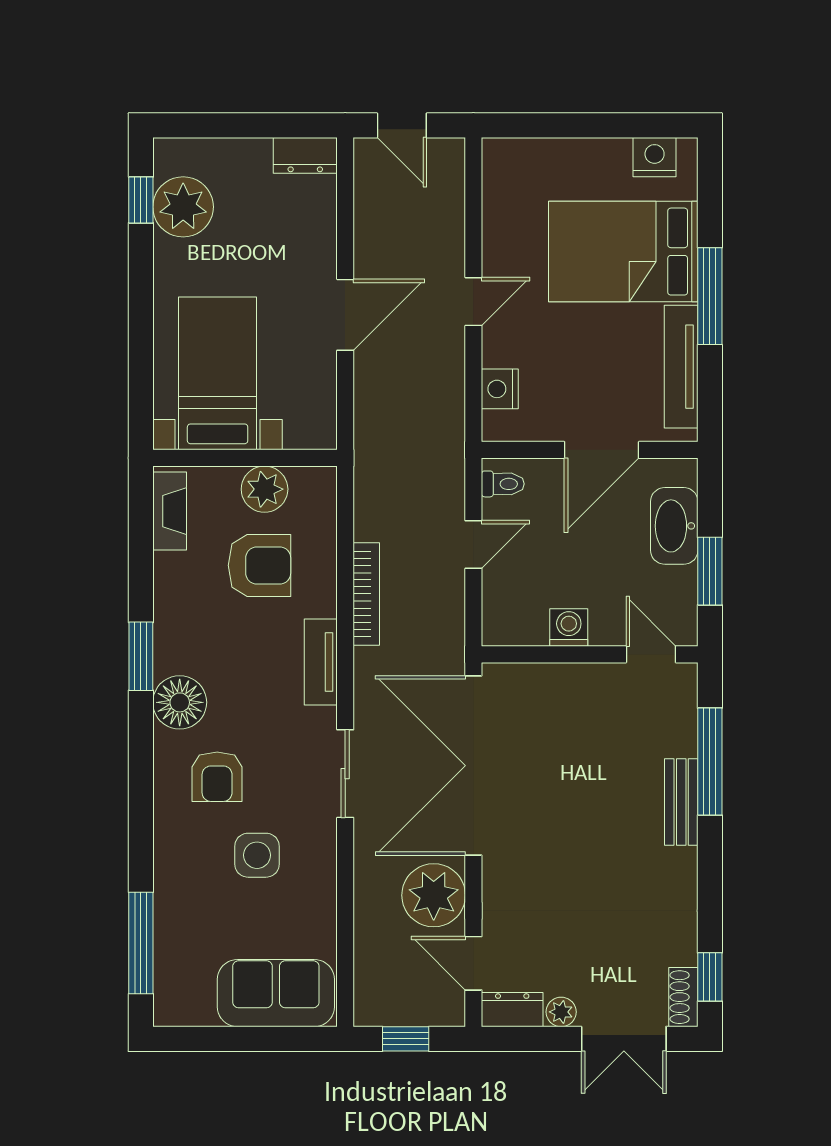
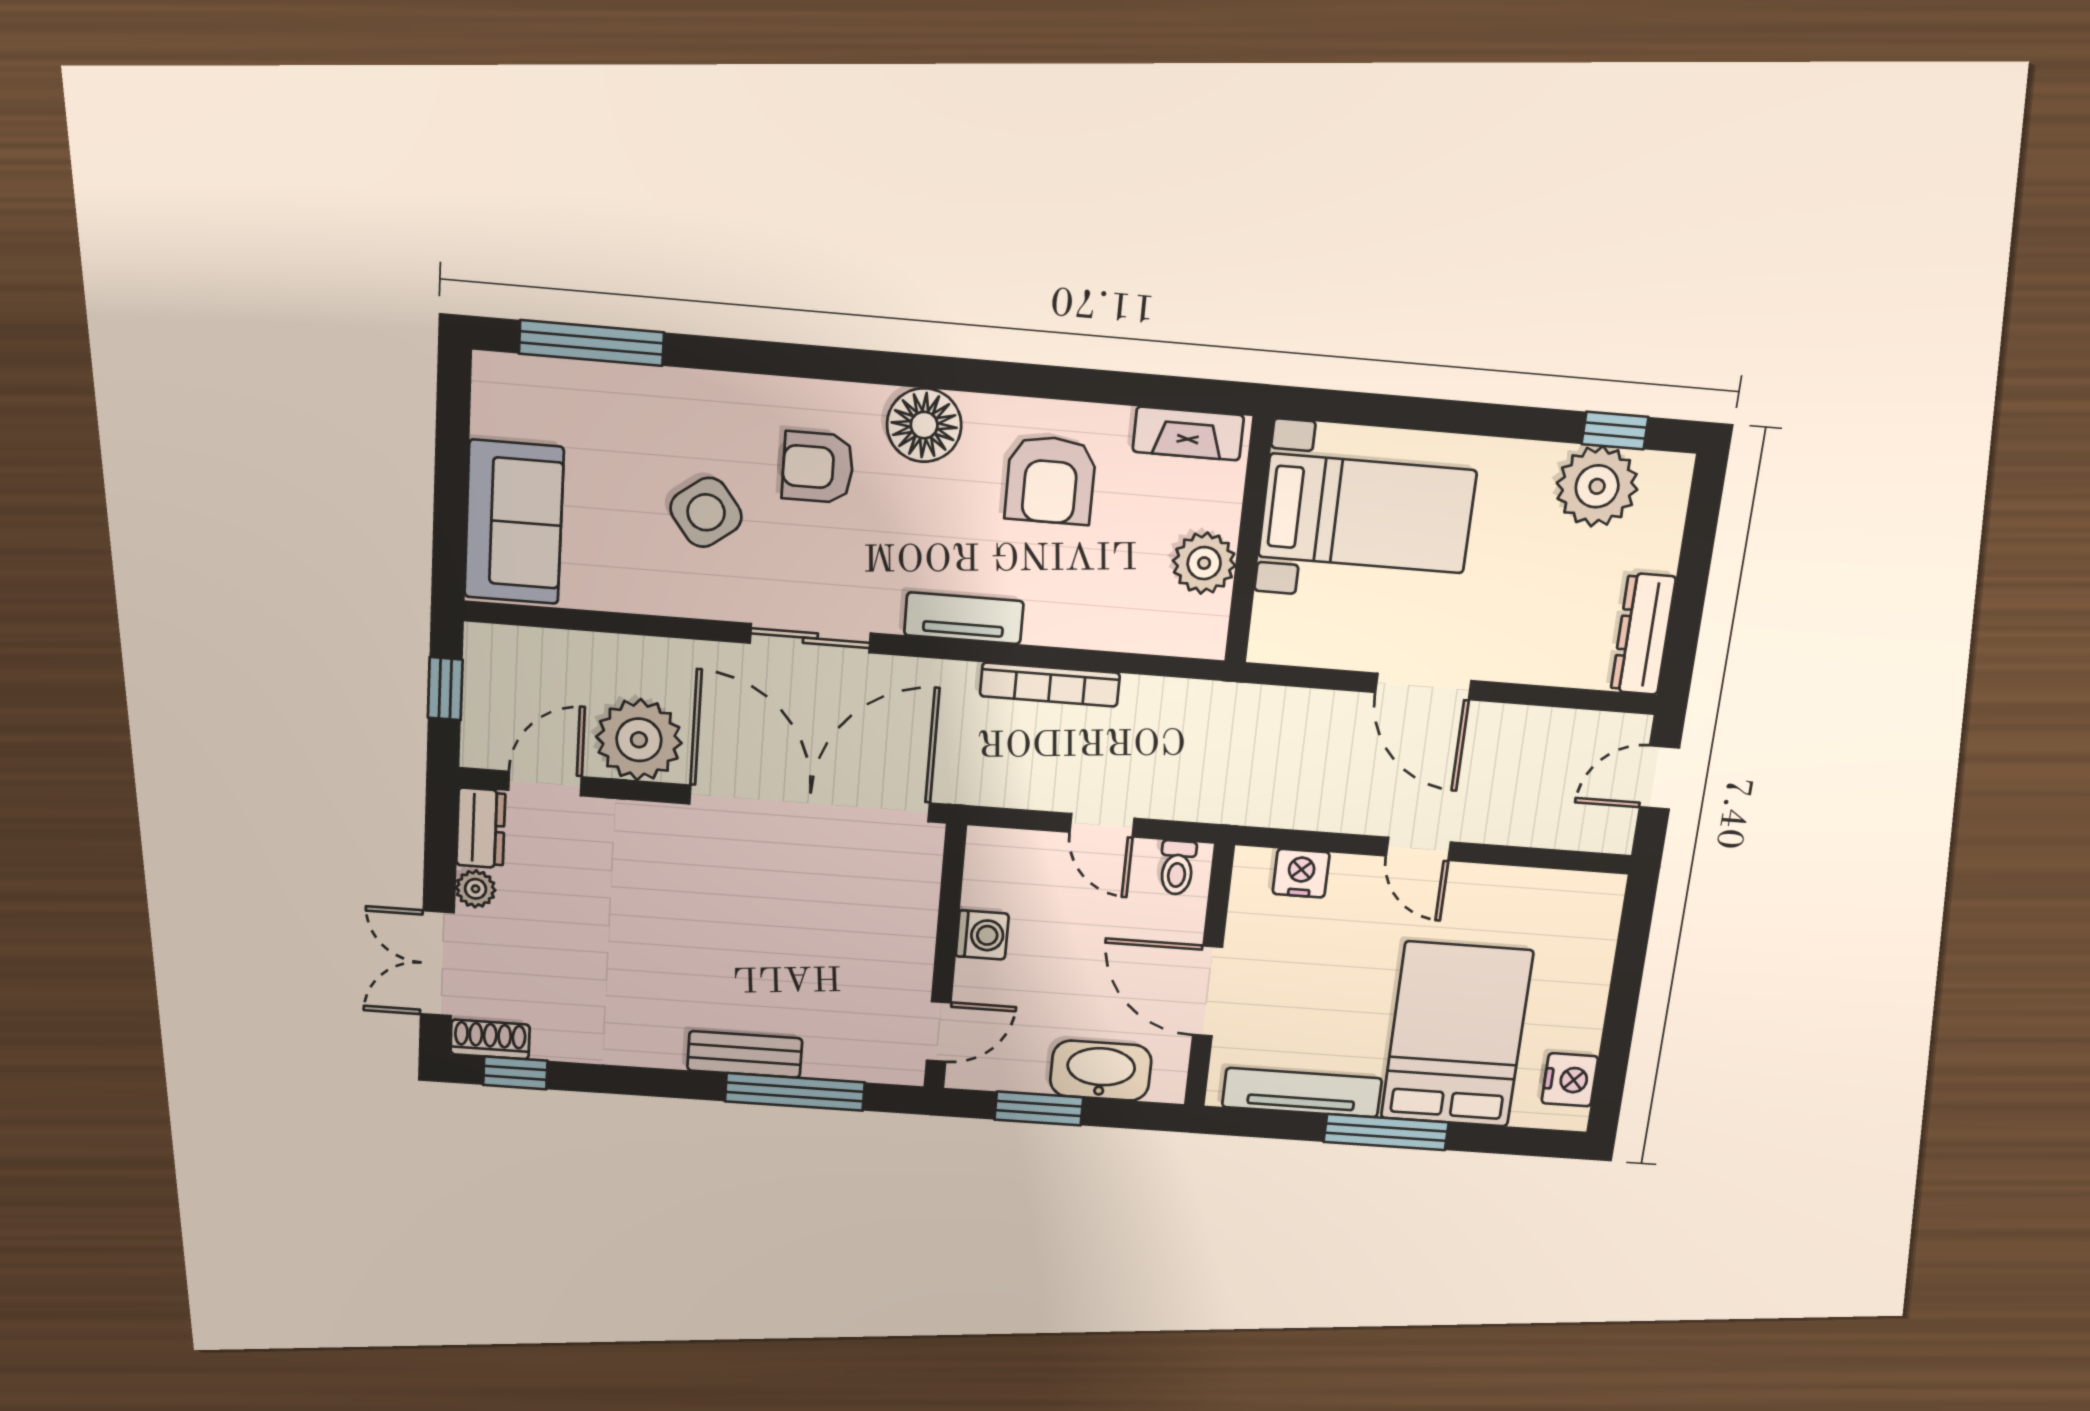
dresser: (305, 155) -> (1643, 634), width x1.44
armchair: (259, 565) -> (1050, 480), moved
window: (141, 656) -> (992, 377), removed
side table: (257, 855) -> (706, 512), turned -37

